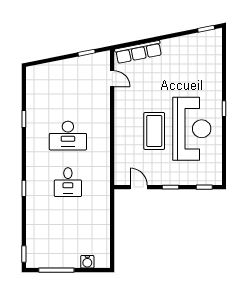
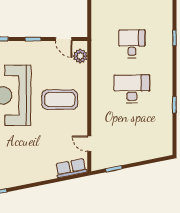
row of seats: (138, 52) -> (71, 168), width x0.68
coffee table: (154, 131) -> (60, 100), moved, turned 90
plant: (121, 170) -> (80, 56), added

